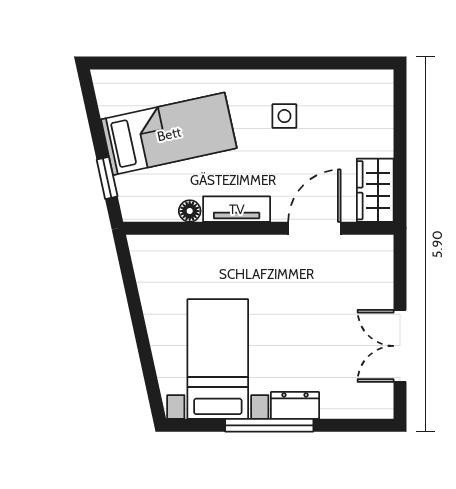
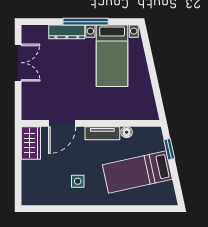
dresser: (295, 405) -> (67, 32), width x1.44

